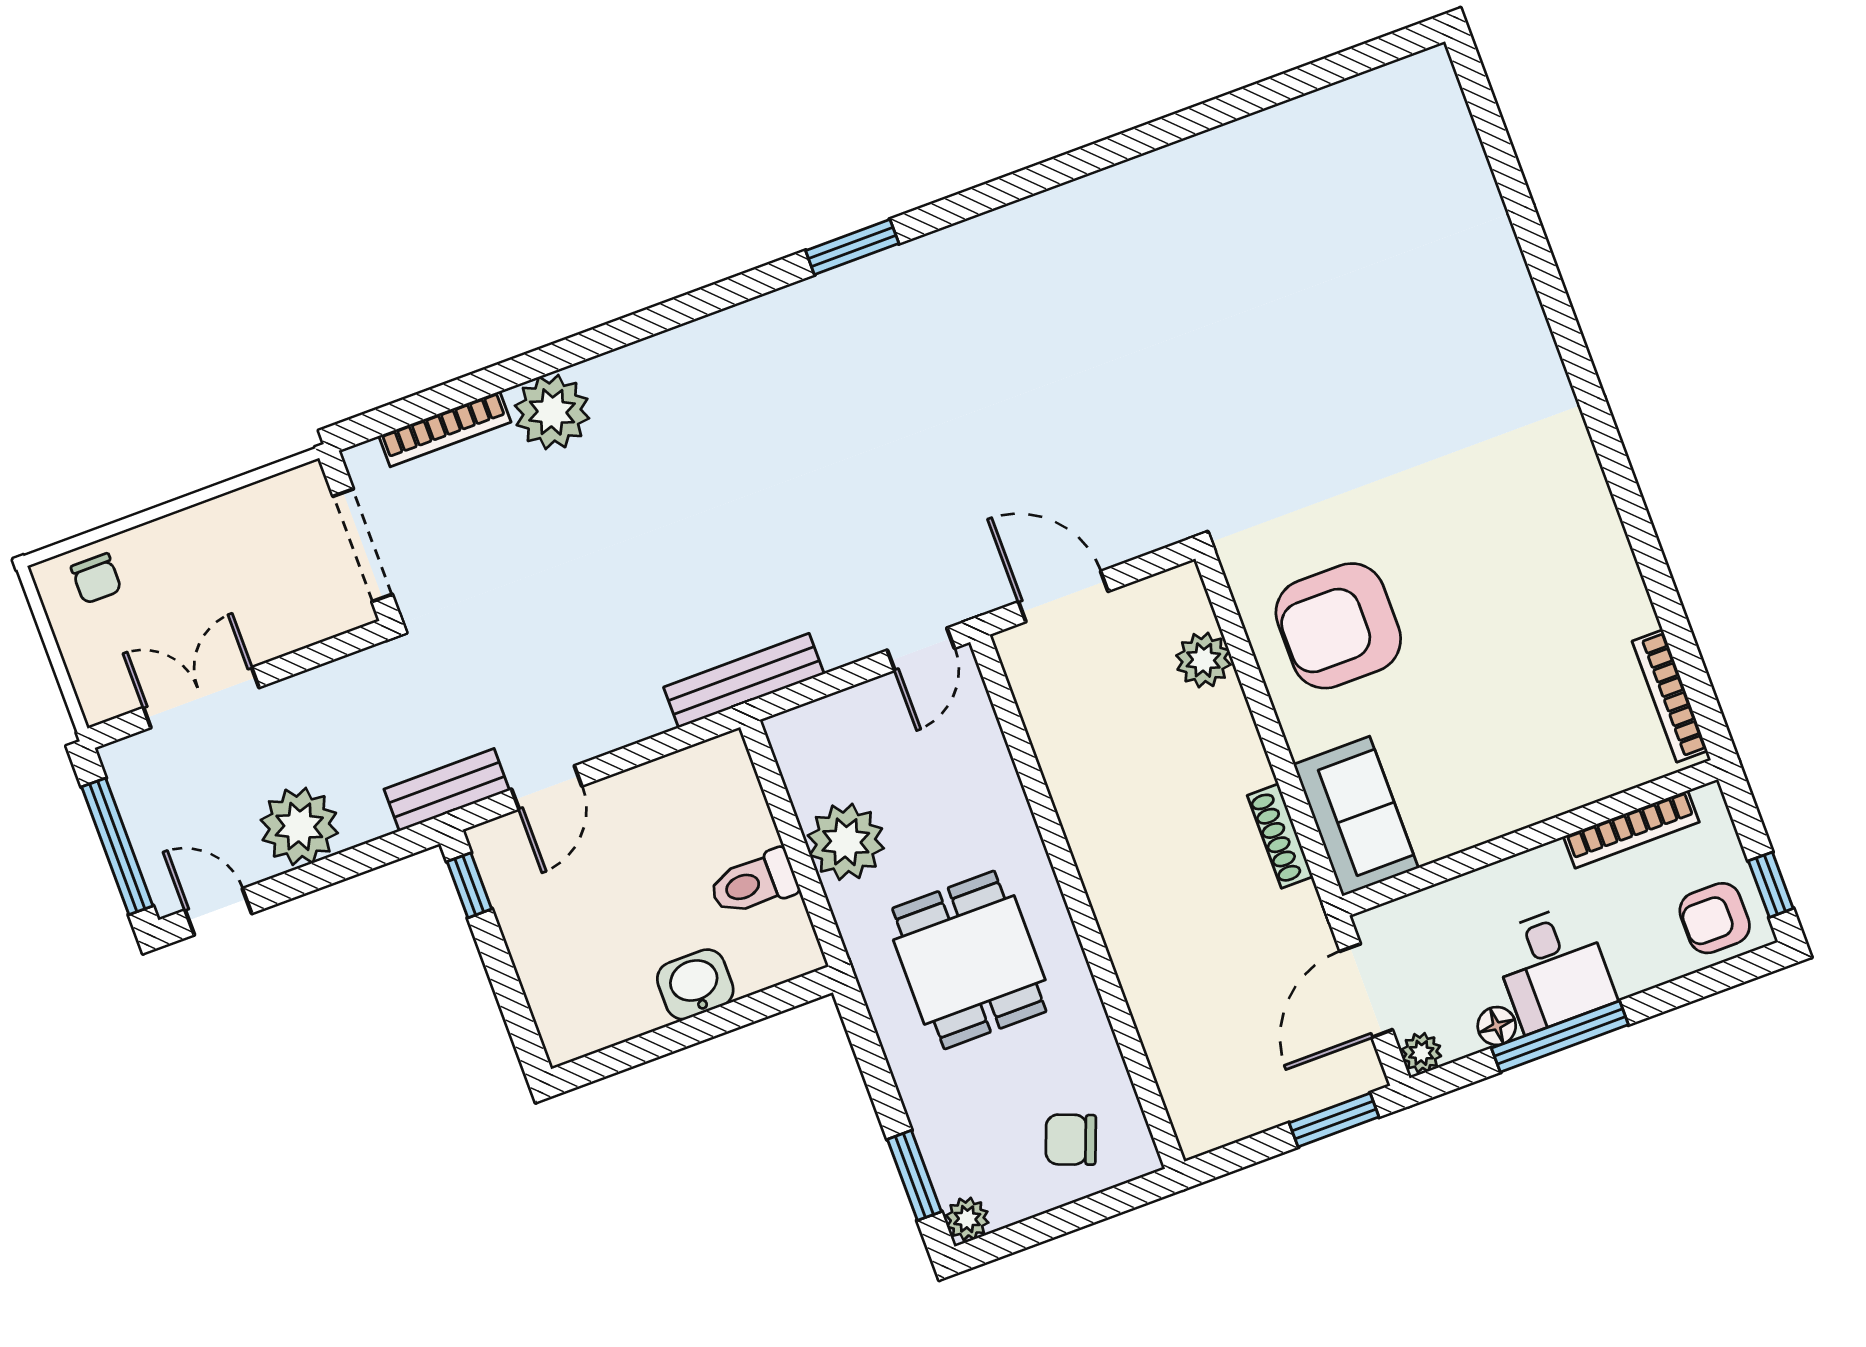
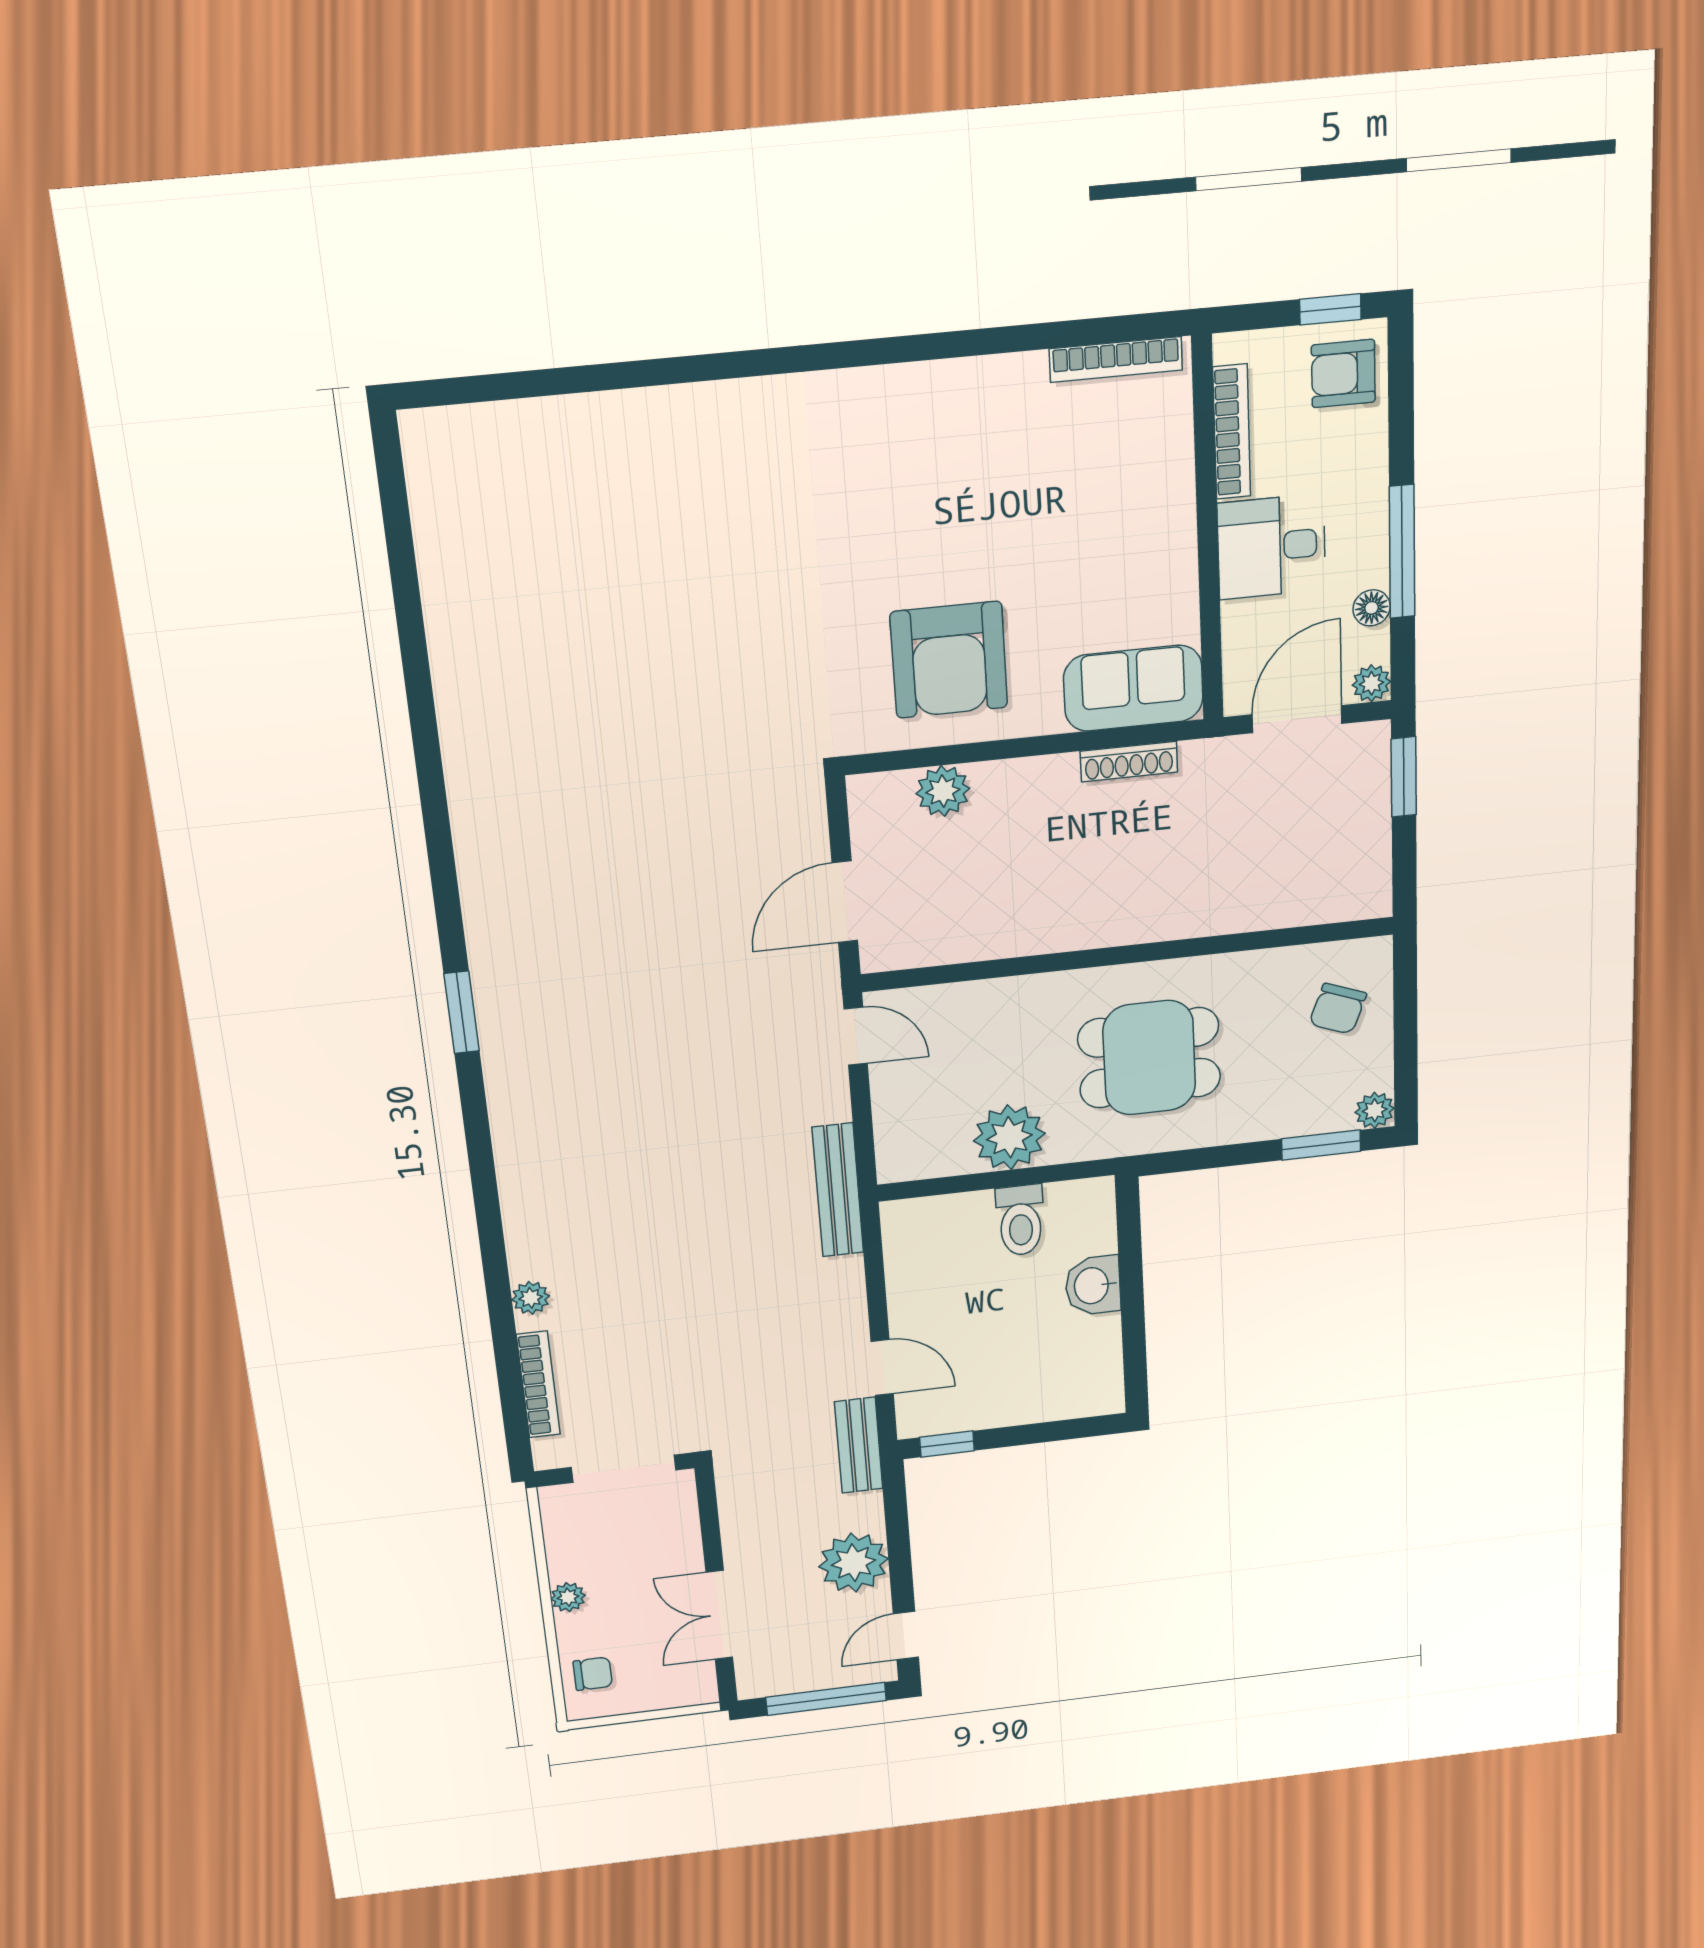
plant: (552, 412) -> (531, 1298), width x0.53, depth x0.53
plant: (189, 527) -> (568, 1597), added
armchair: (1715, 918) -> (1343, 374), turned 90
desk: (1553, 968) -> (1272, 547), moved, turned 180
door: (1366, 991) -> (1297, 719), swing flipped

